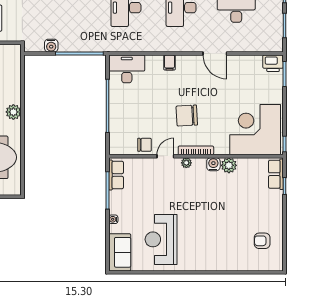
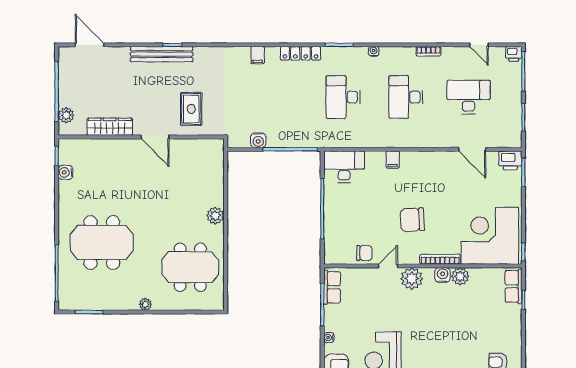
door: (215, 54) -> (472, 149), moved
bookcase: (196, 150) -> (440, 259), moved
plant: (186, 163) -> (412, 279), width x1.88, depth x1.88

